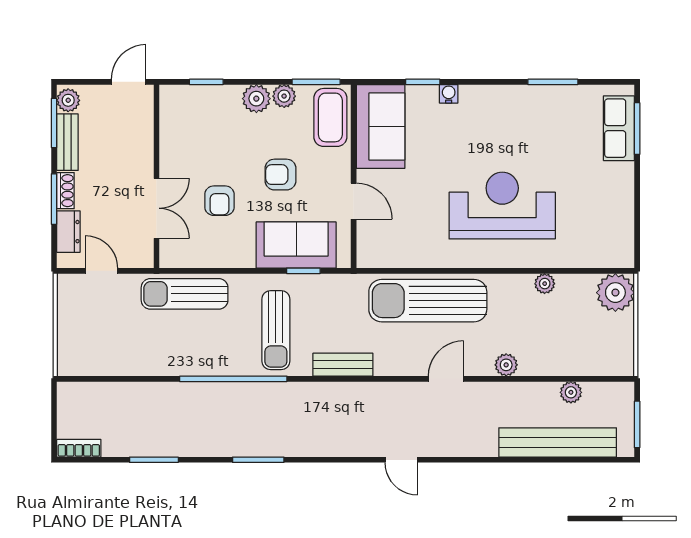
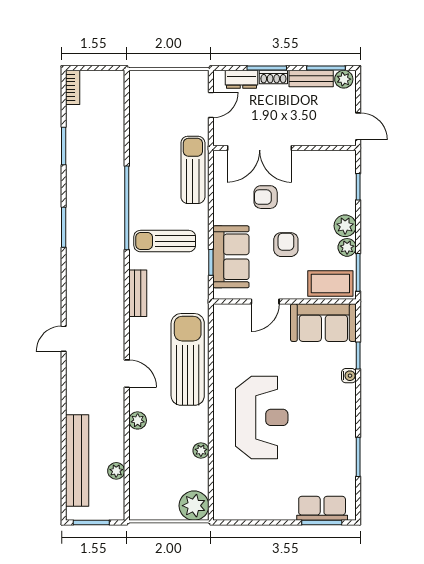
double door: (157, 208) -> (260, 148), width x1.37

